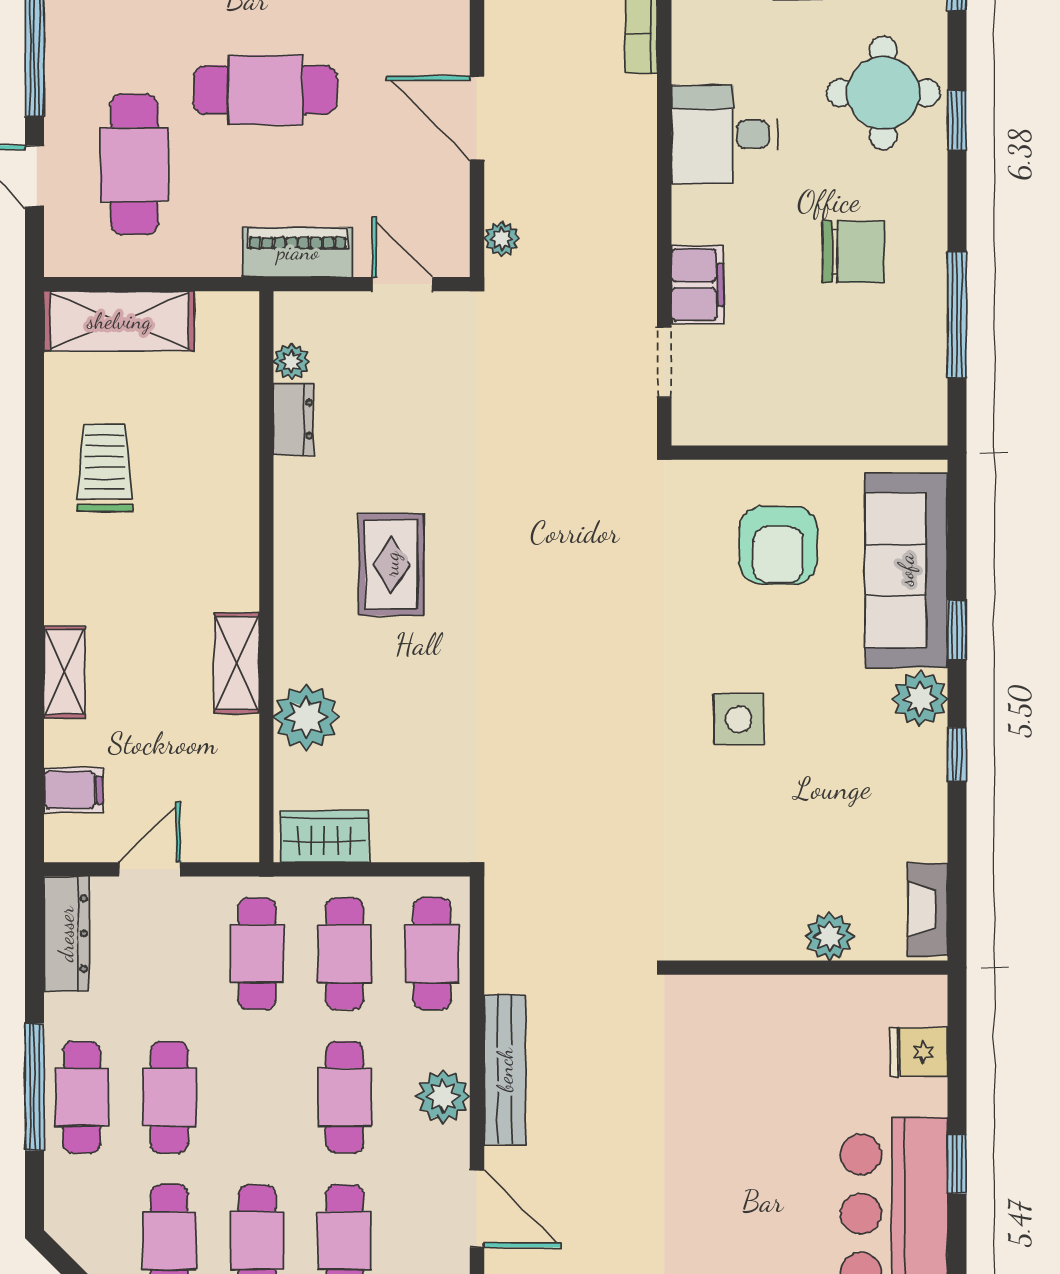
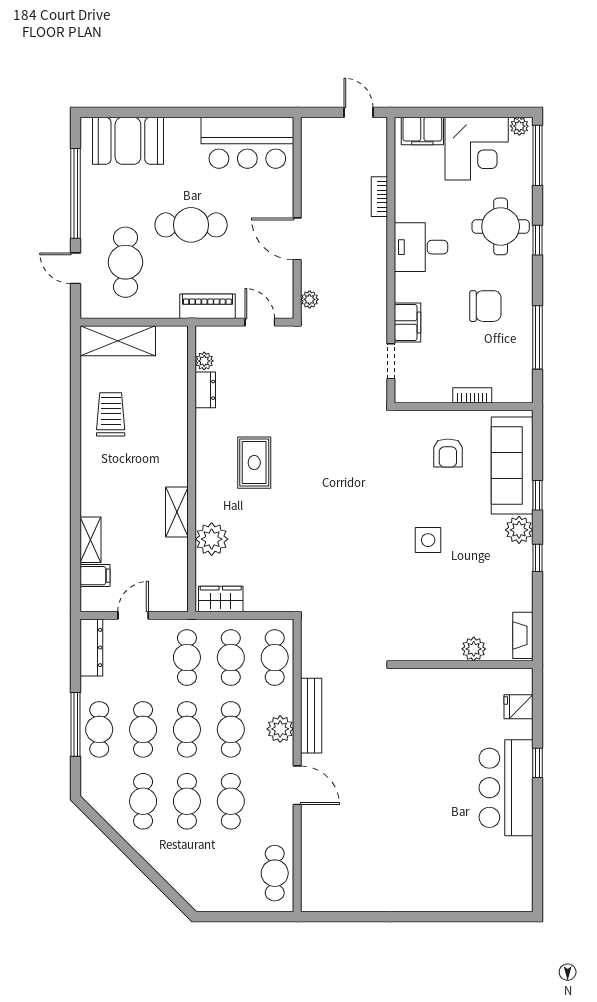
bookcase: (827, 430) -> (472, 395), added
armchair: (778, 545) -> (448, 453), width x0.72, depth x0.72
shelving: (65, 672) -> (91, 540), moved
cafe table: (257, 1097) -> (187, 729), added

